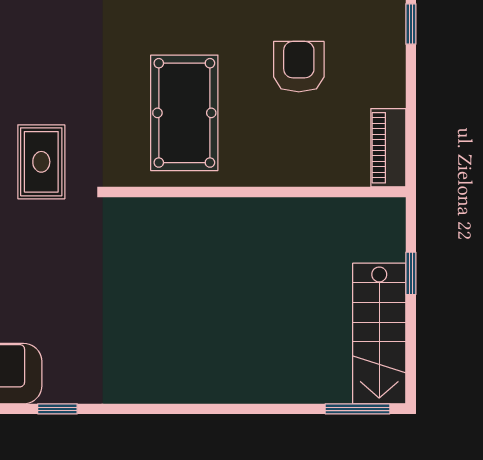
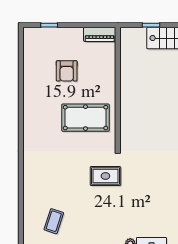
armchair: (299, 67) -> (67, 71), turned -90

